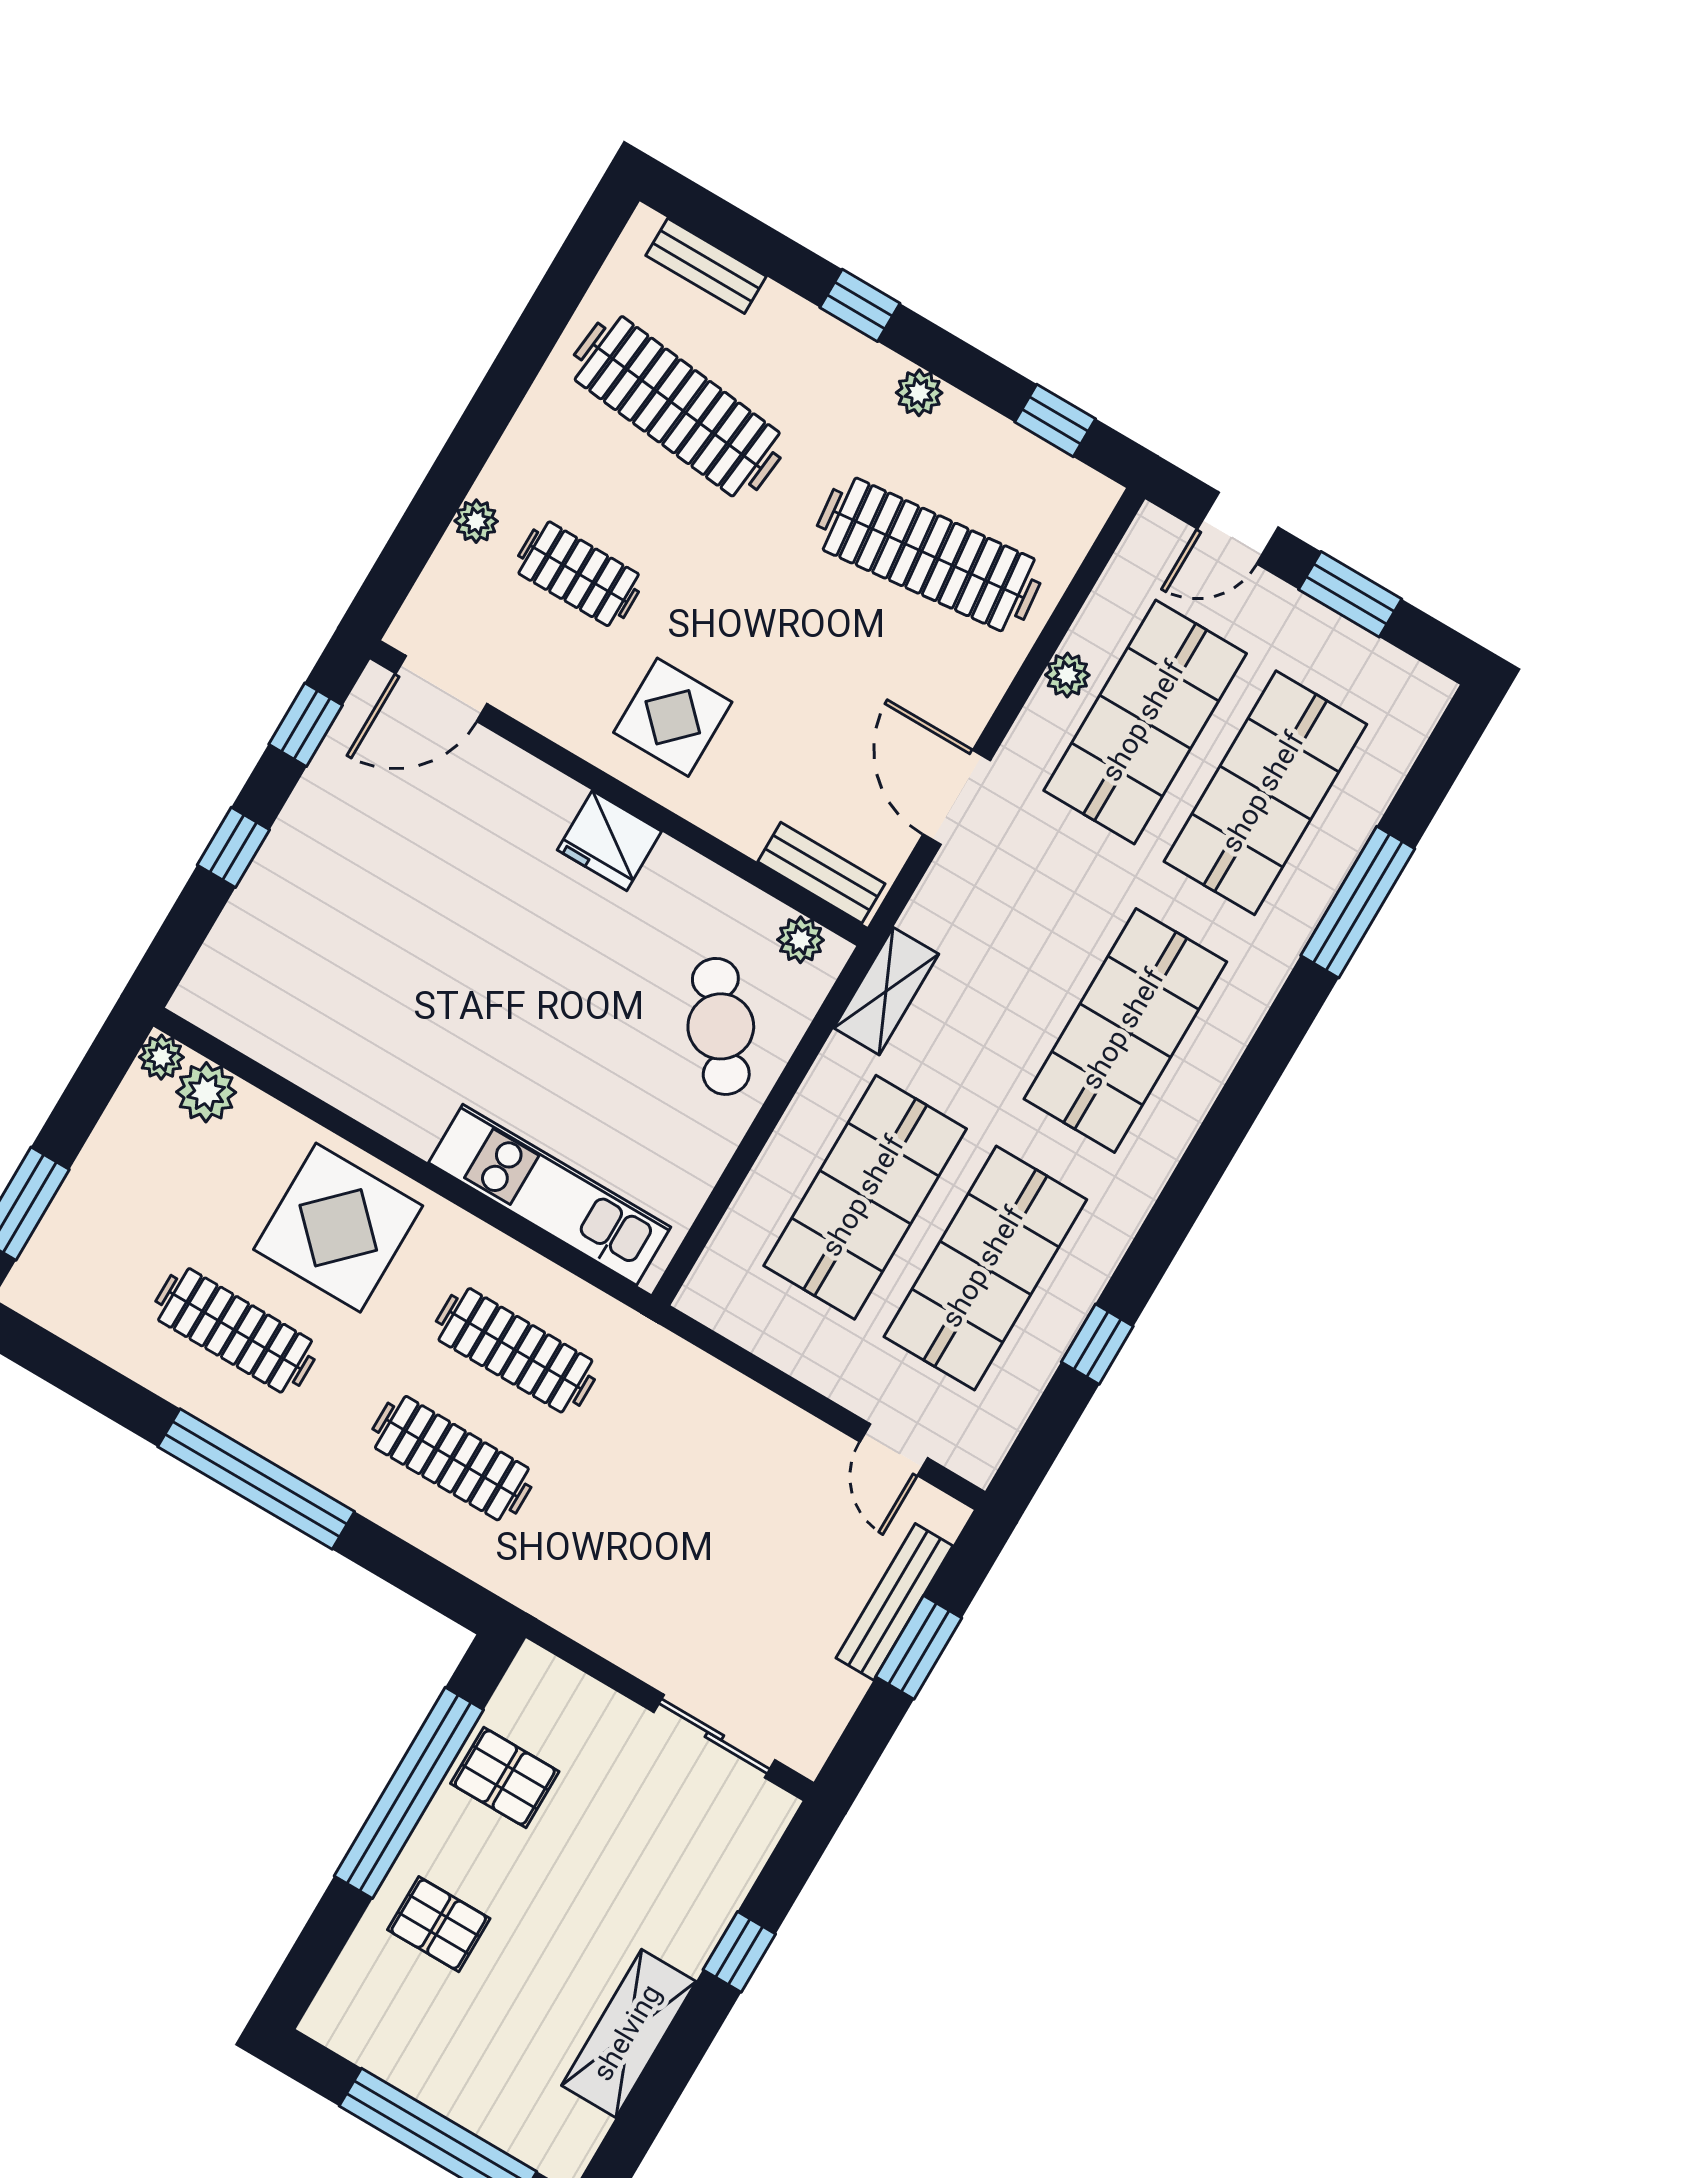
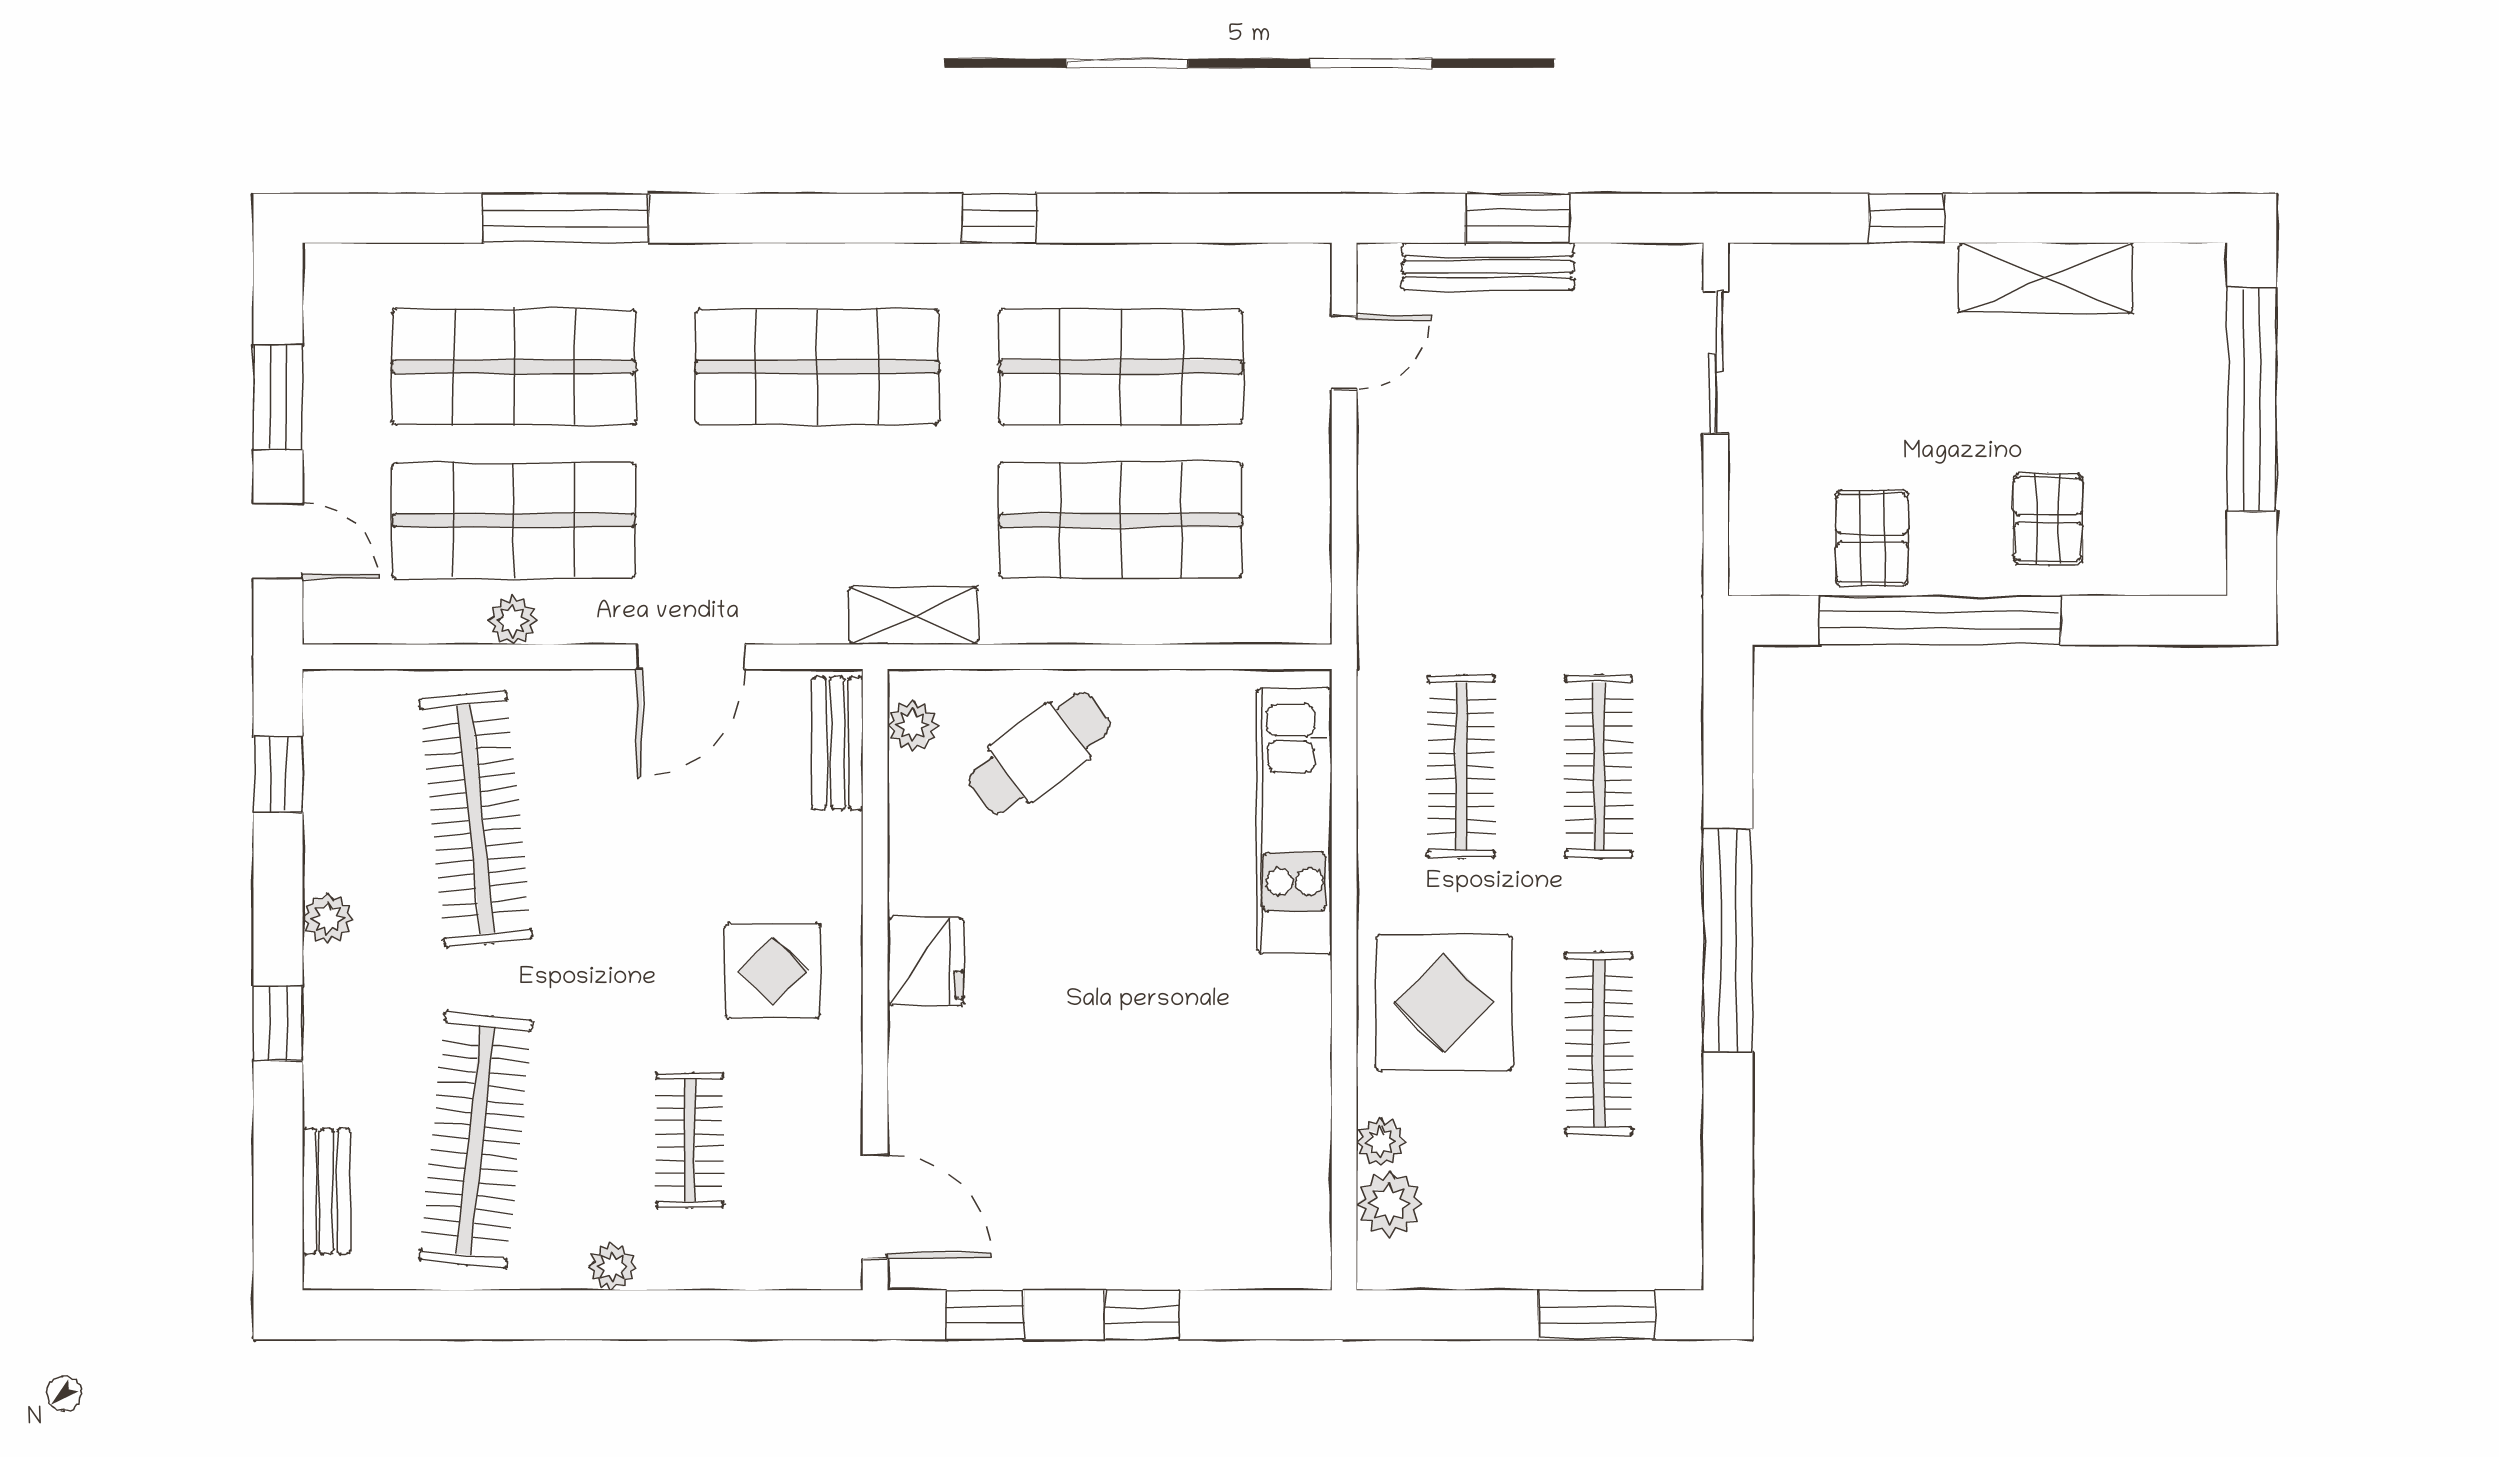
plant: (476, 521) -> (612, 1267), moved
plant: (161, 1057) -> (1381, 1142), moved
window: (1097, 1344) -> (999, 218), moved

